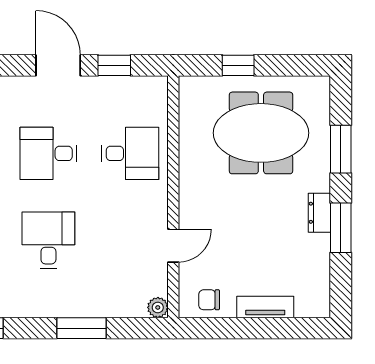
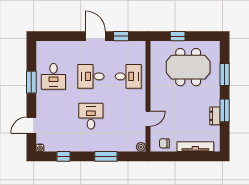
dresser: (319, 213) -> (215, 116), moved
tv unit: (265, 307) -> (195, 147), width x1.41

